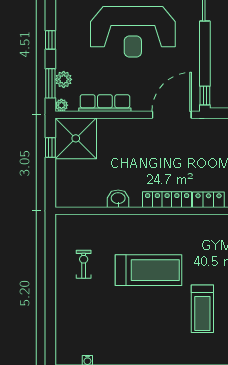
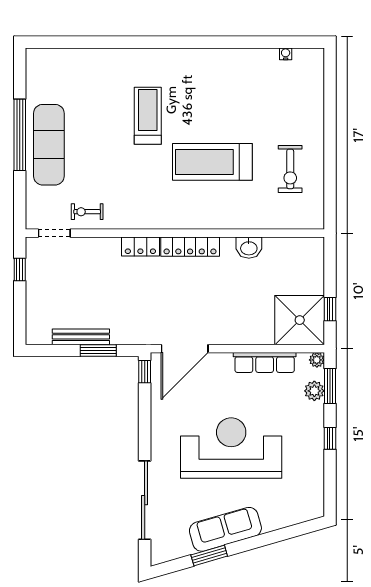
exercise bike: (84, 264) -> (290, 169), width x1.38, depth x1.39

